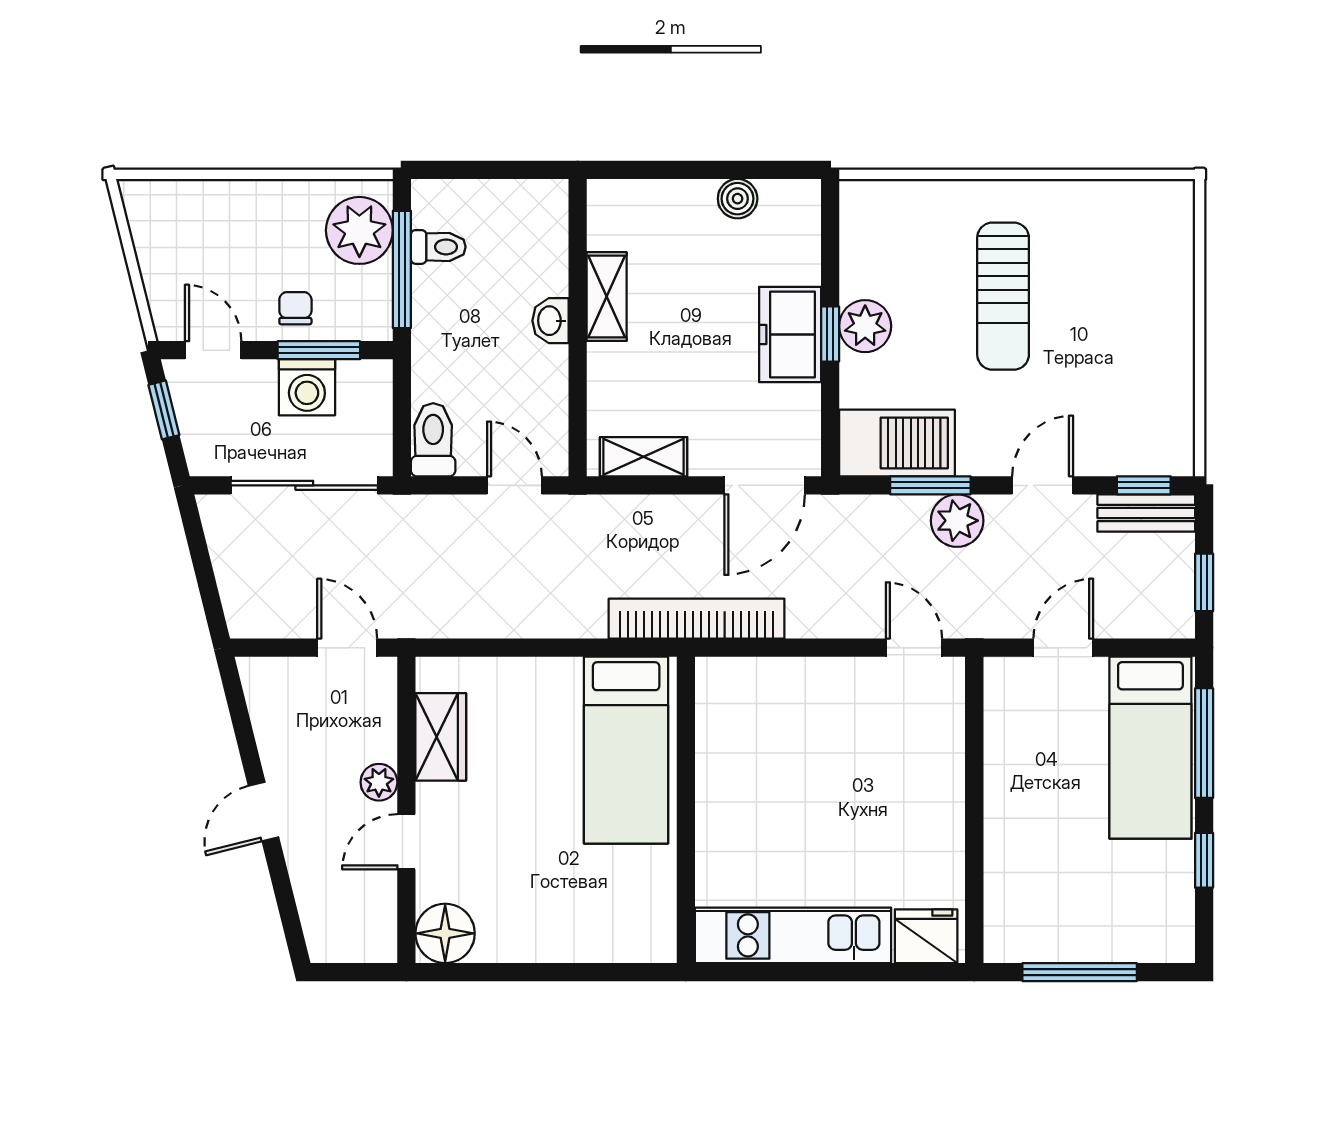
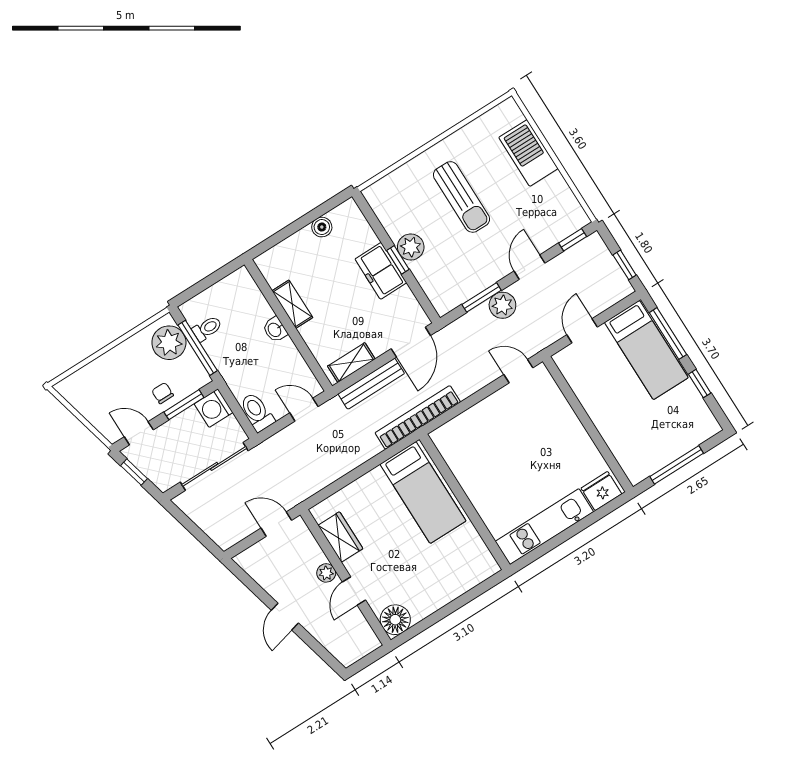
washing machine: (307, 387) -> (214, 408), moved, turned 90
barbecue: (897, 443) -> (528, 153), moved, turned -90
bench: (1146, 513) -> (371, 384), moved, width x1.36

